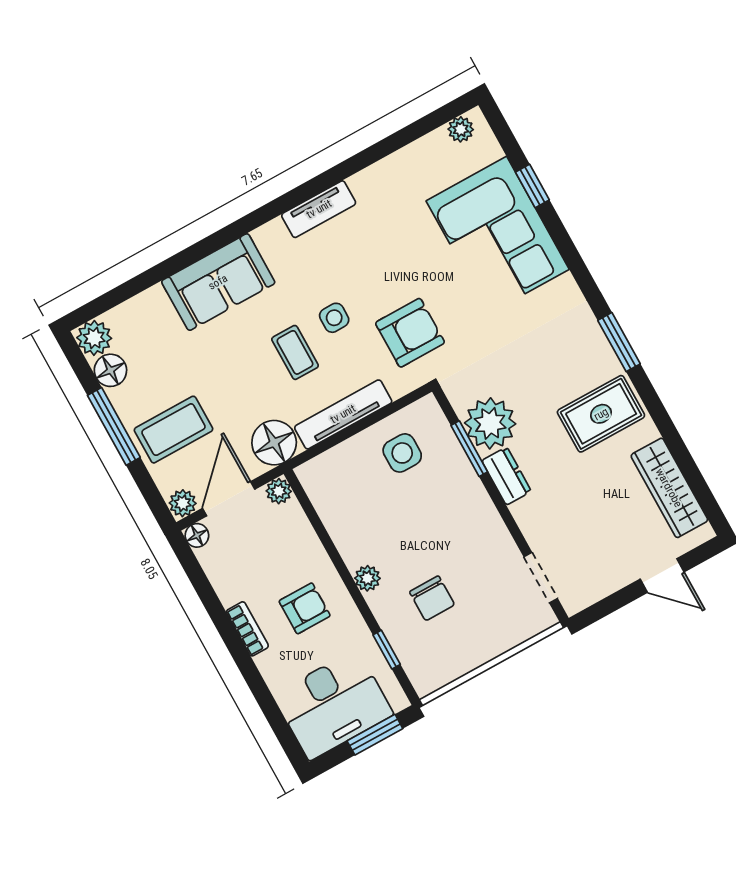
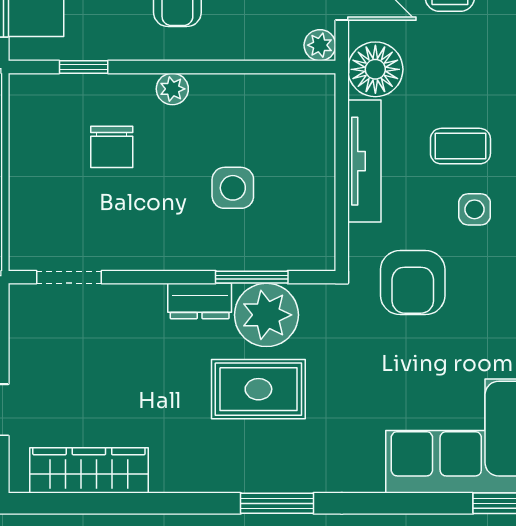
rug: (601, 414) -> (258, 389), moved, turned 90
side table: (402, 453) -> (233, 188), moved
chair: (432, 598) -> (112, 147), turned -90

